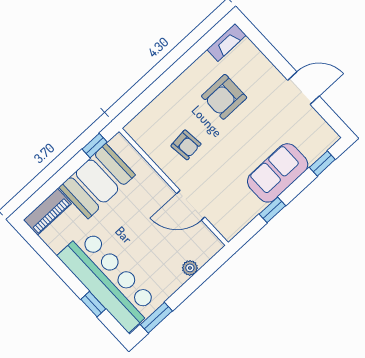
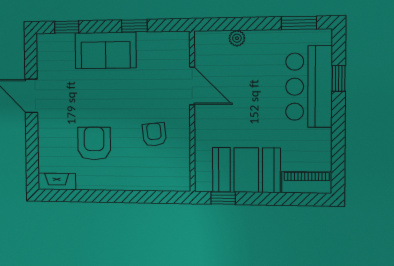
armchair: (224, 97) -> (94, 144), turned -90
bar counter: (108, 280) -> (309, 87), width x0.73

